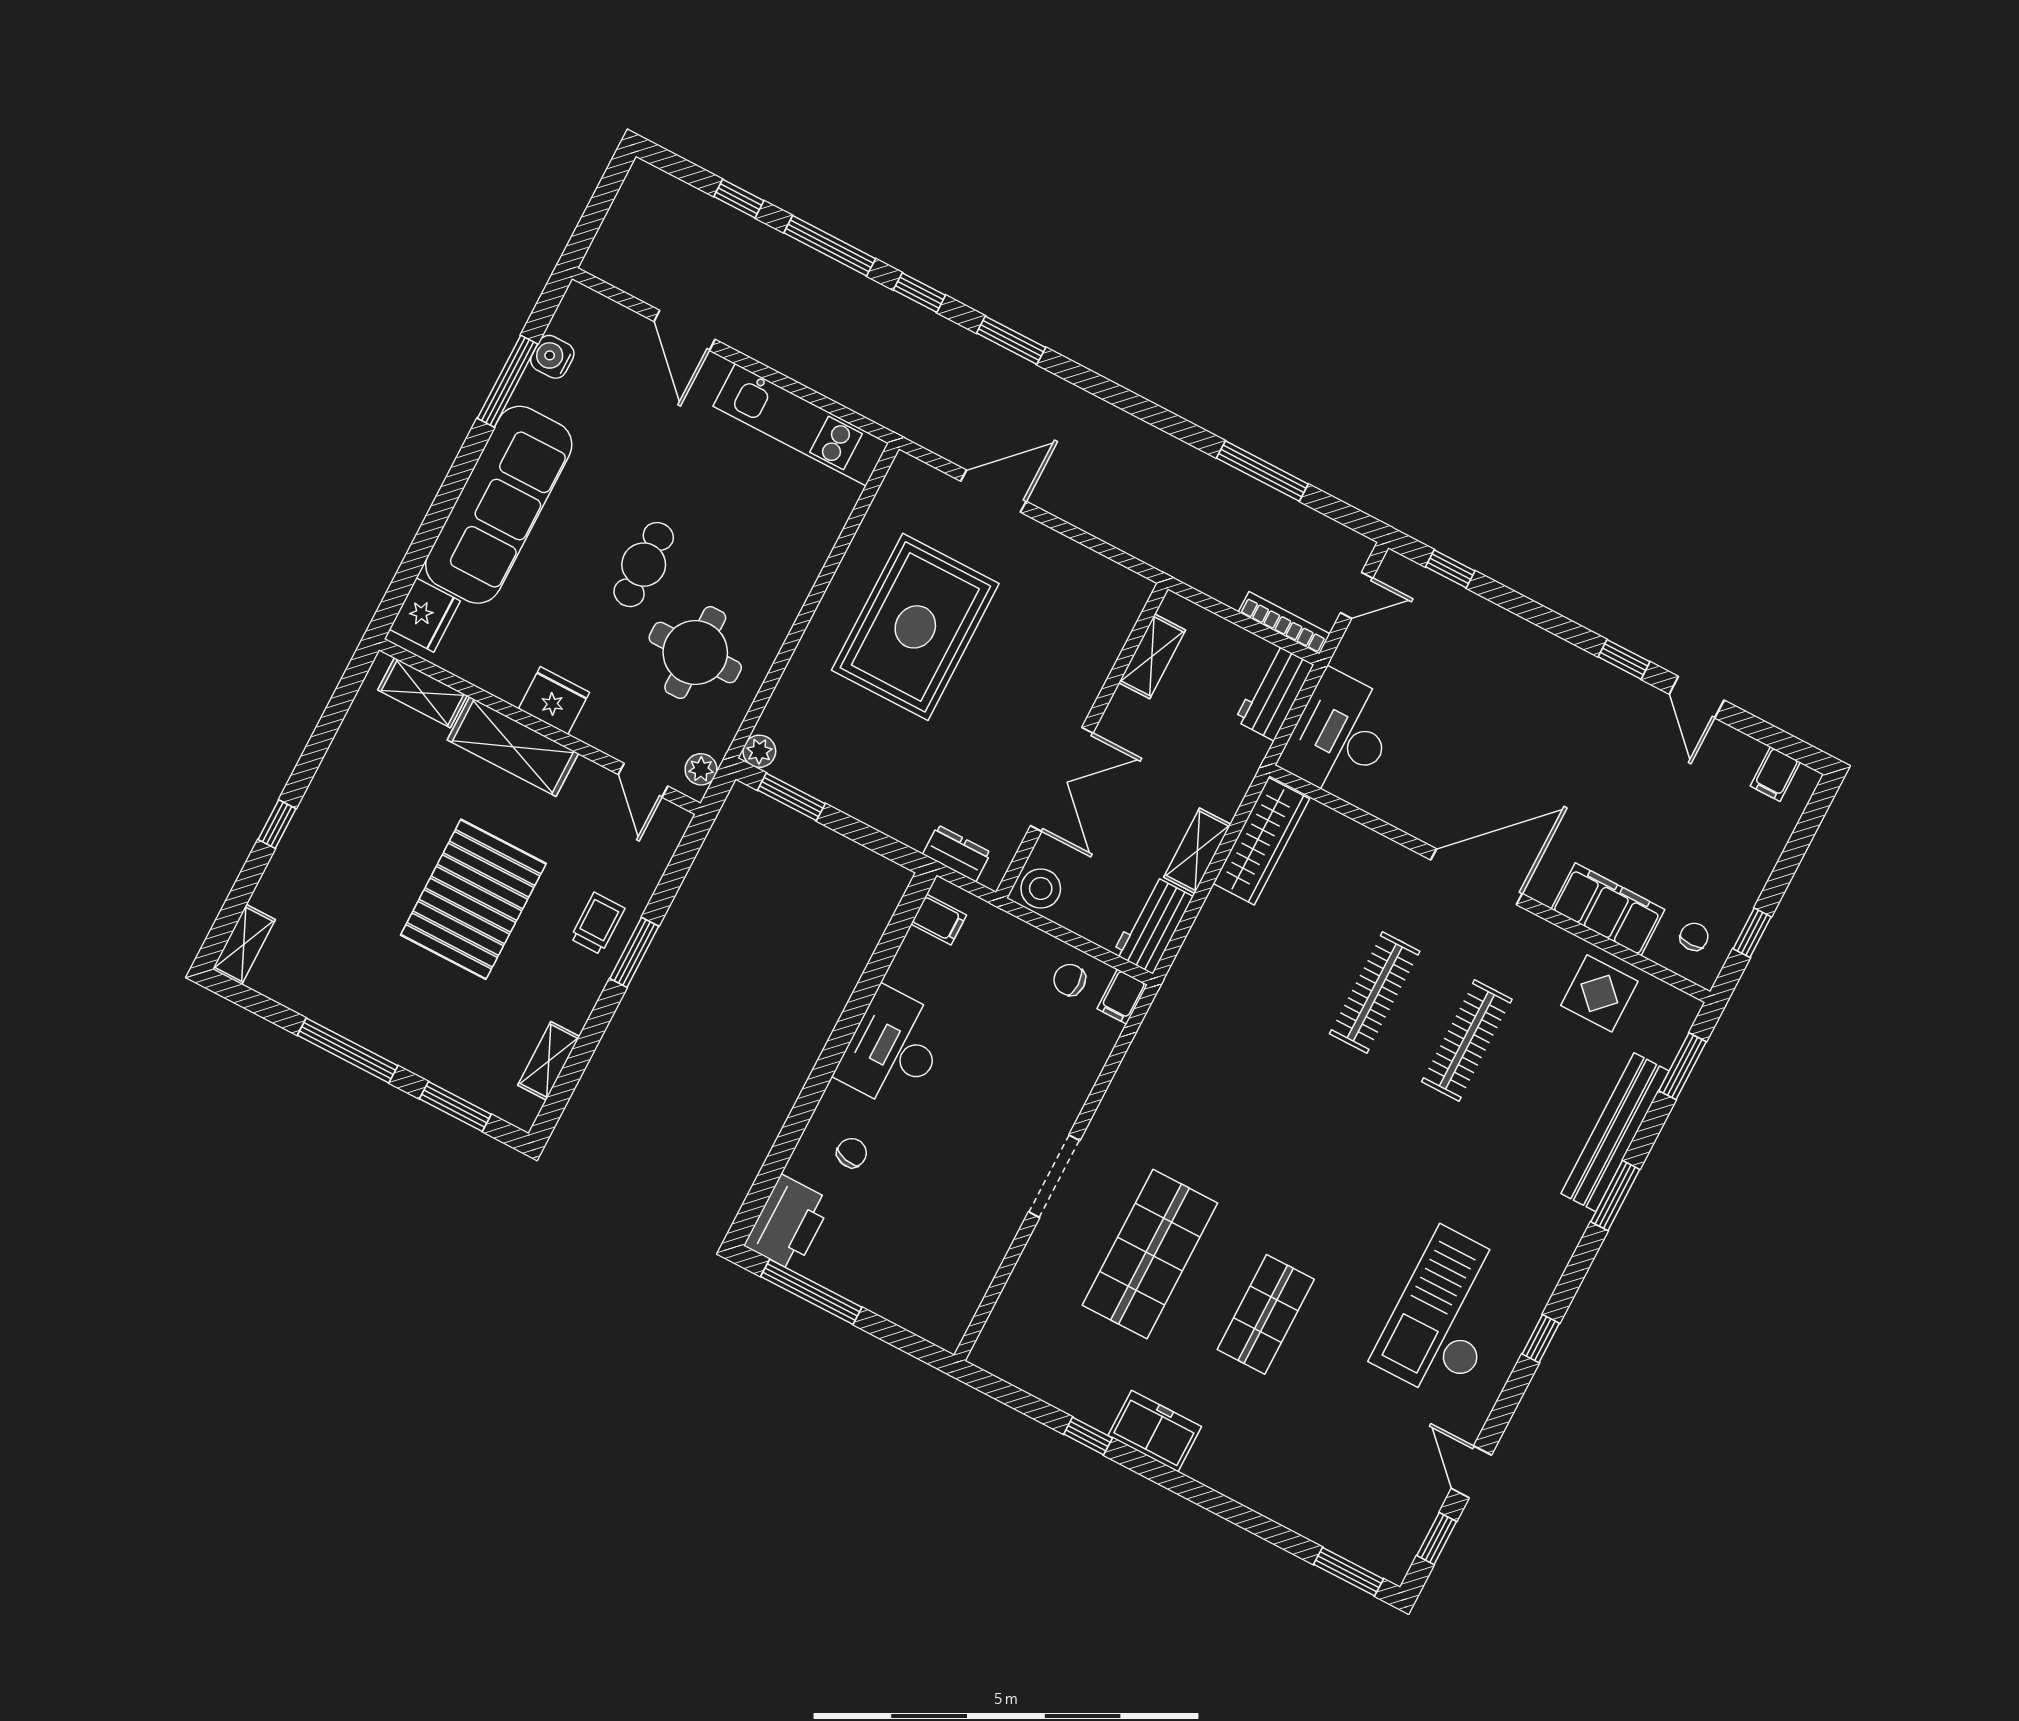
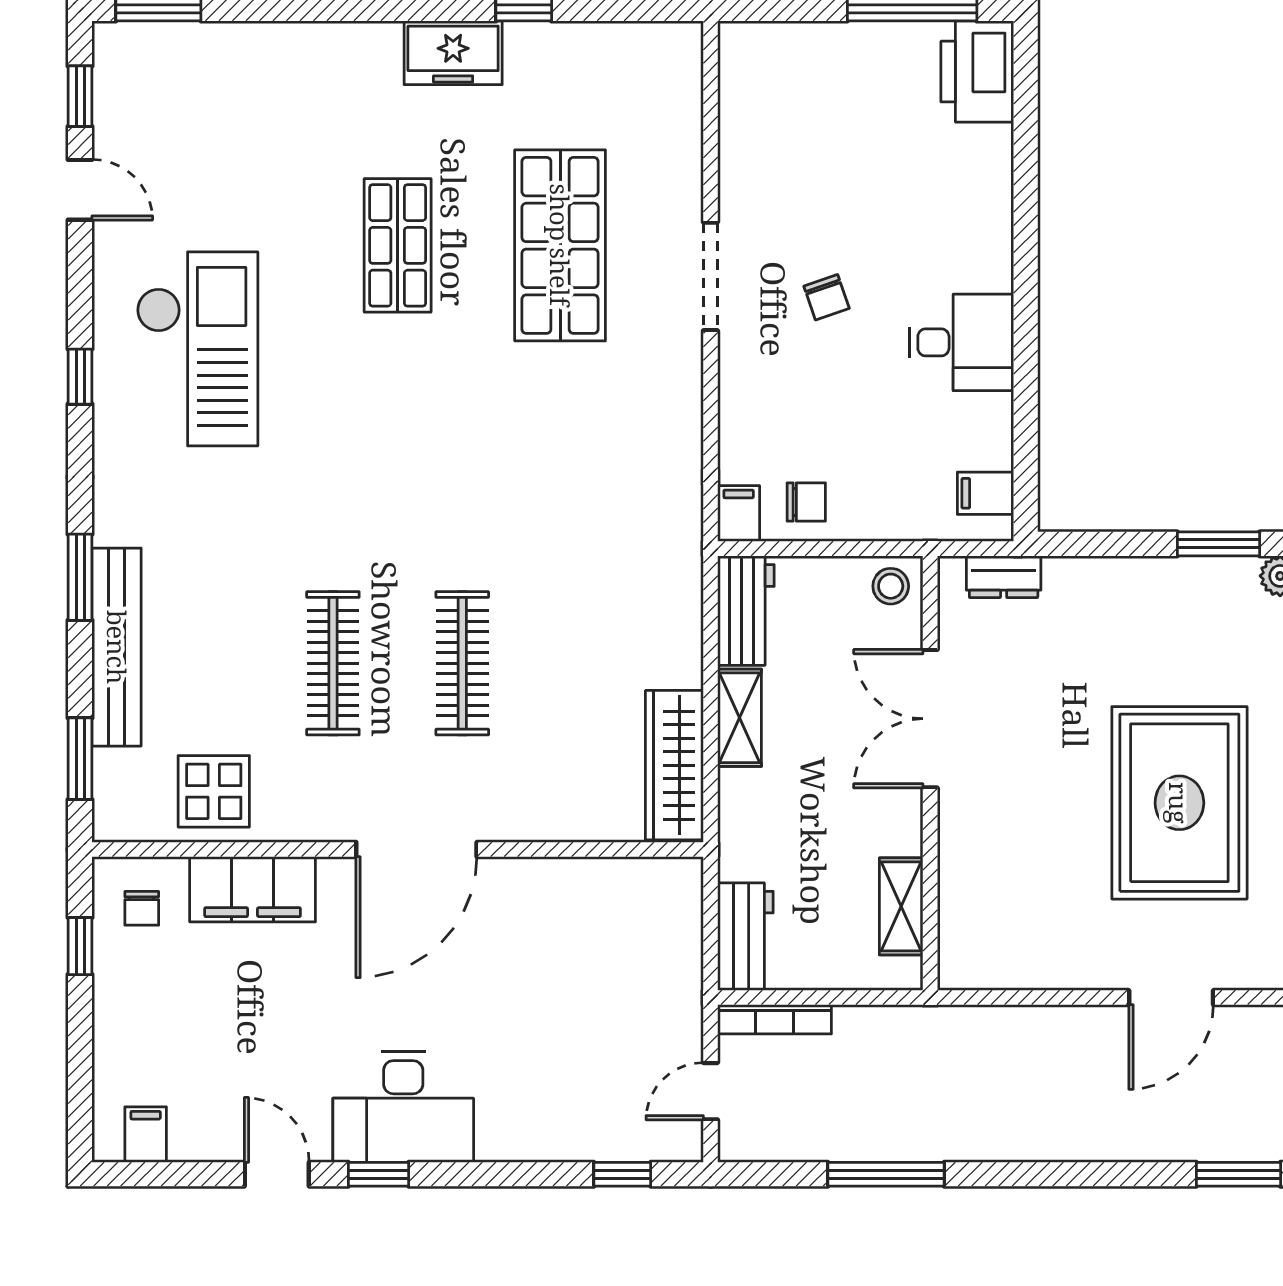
desk: (1340, 736) -> (403, 1107), moved, turned 90
stool: (1041, 888) -> (891, 586), width x0.73, depth x0.73
desk: (893, 1049) -> (962, 342), width x0.73
chair: (852, 1153) -> (827, 297), moved, turned -32

